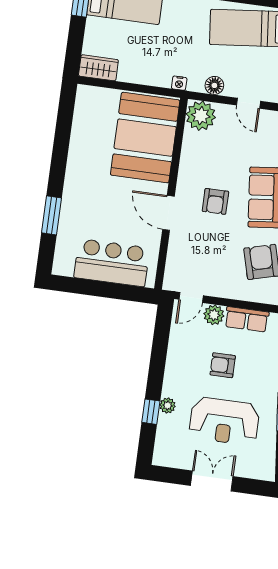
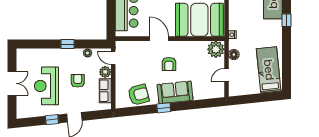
armchair: (215, 201) -> (169, 64), turned -90
door: (168, 213) -> (159, 39), hinge flipped
plant: (168, 406) -> (88, 53), moved
window: (151, 412) -> (67, 44), moved

